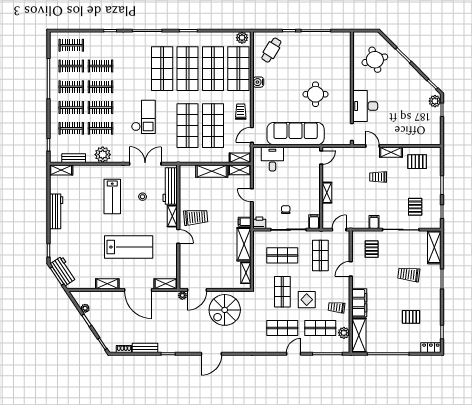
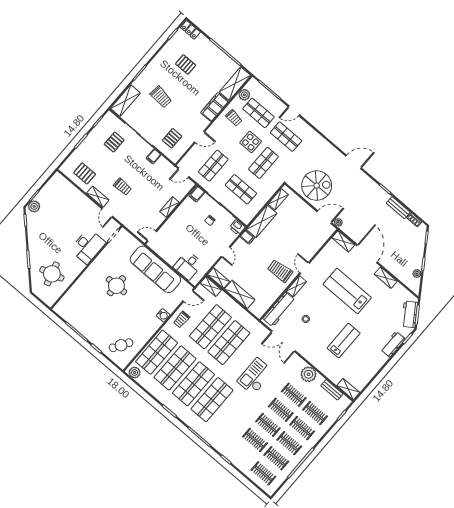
water cooler: (258, 82) -> (163, 315), moved
lab bench: (112, 197) -> (344, 341), moved
workbench: (56, 211) -> (393, 344), moved, width x0.73

